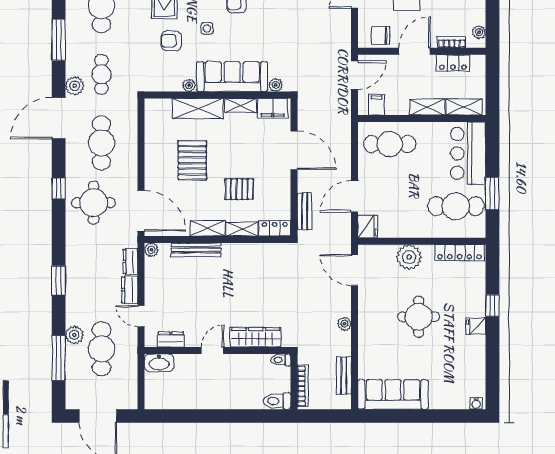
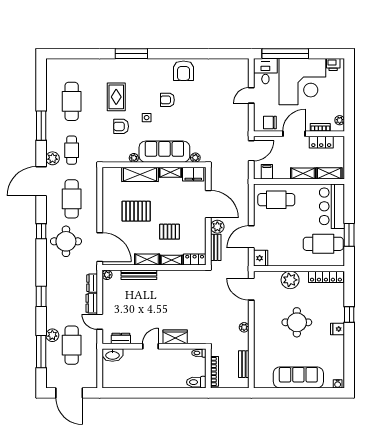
pallet: (192, 160) -> (136, 211), turned 90
plant: (307, 182) -> (217, 227), added
wardrobe: (256, 337) -> (175, 337), width x0.67
sofa: (393, 394) -> (298, 377), moved

